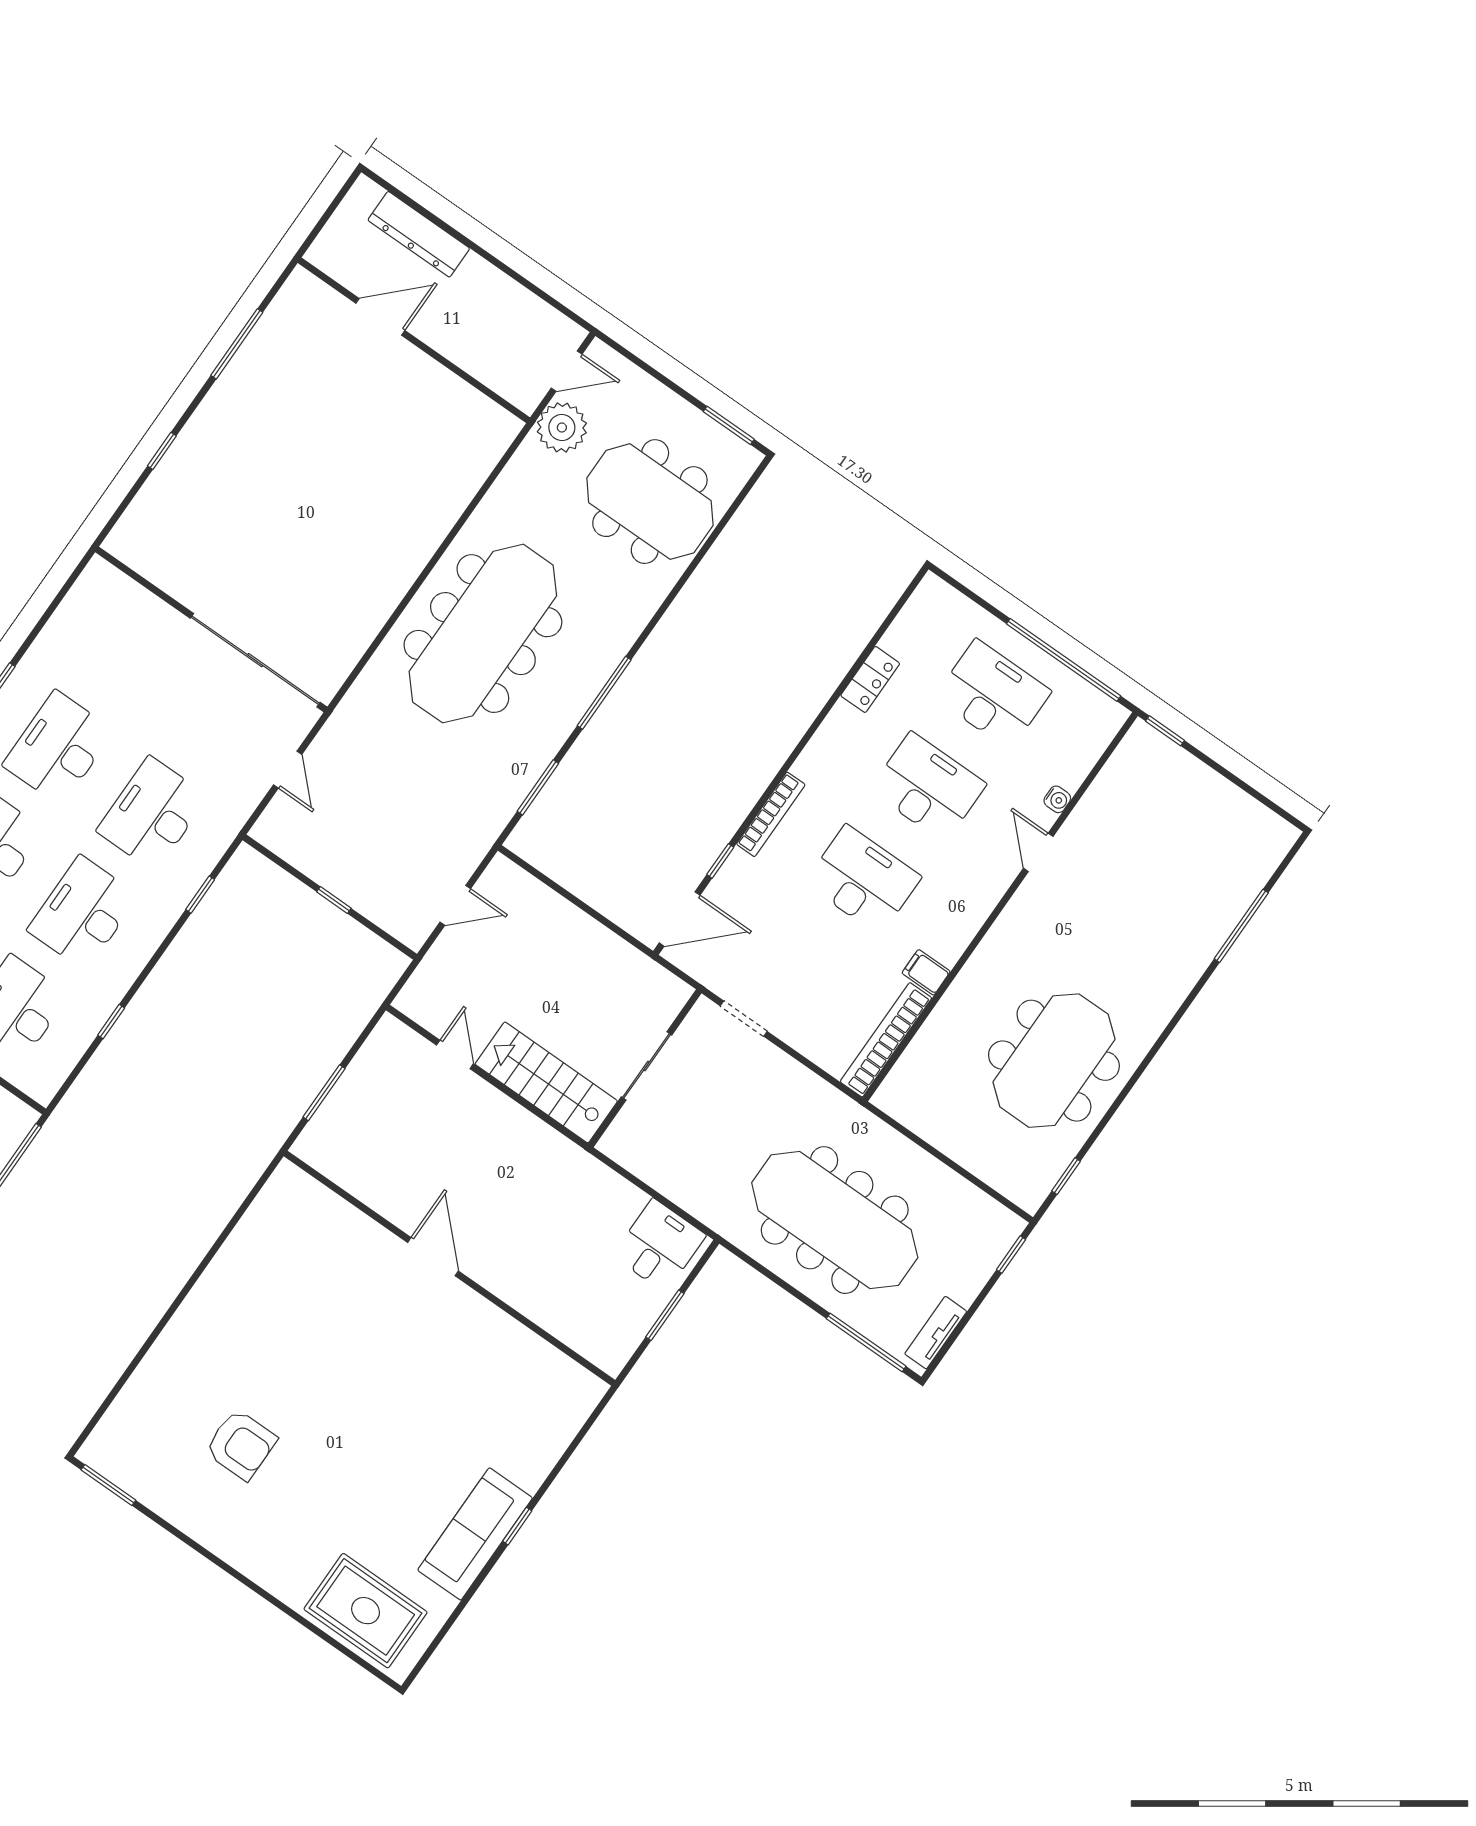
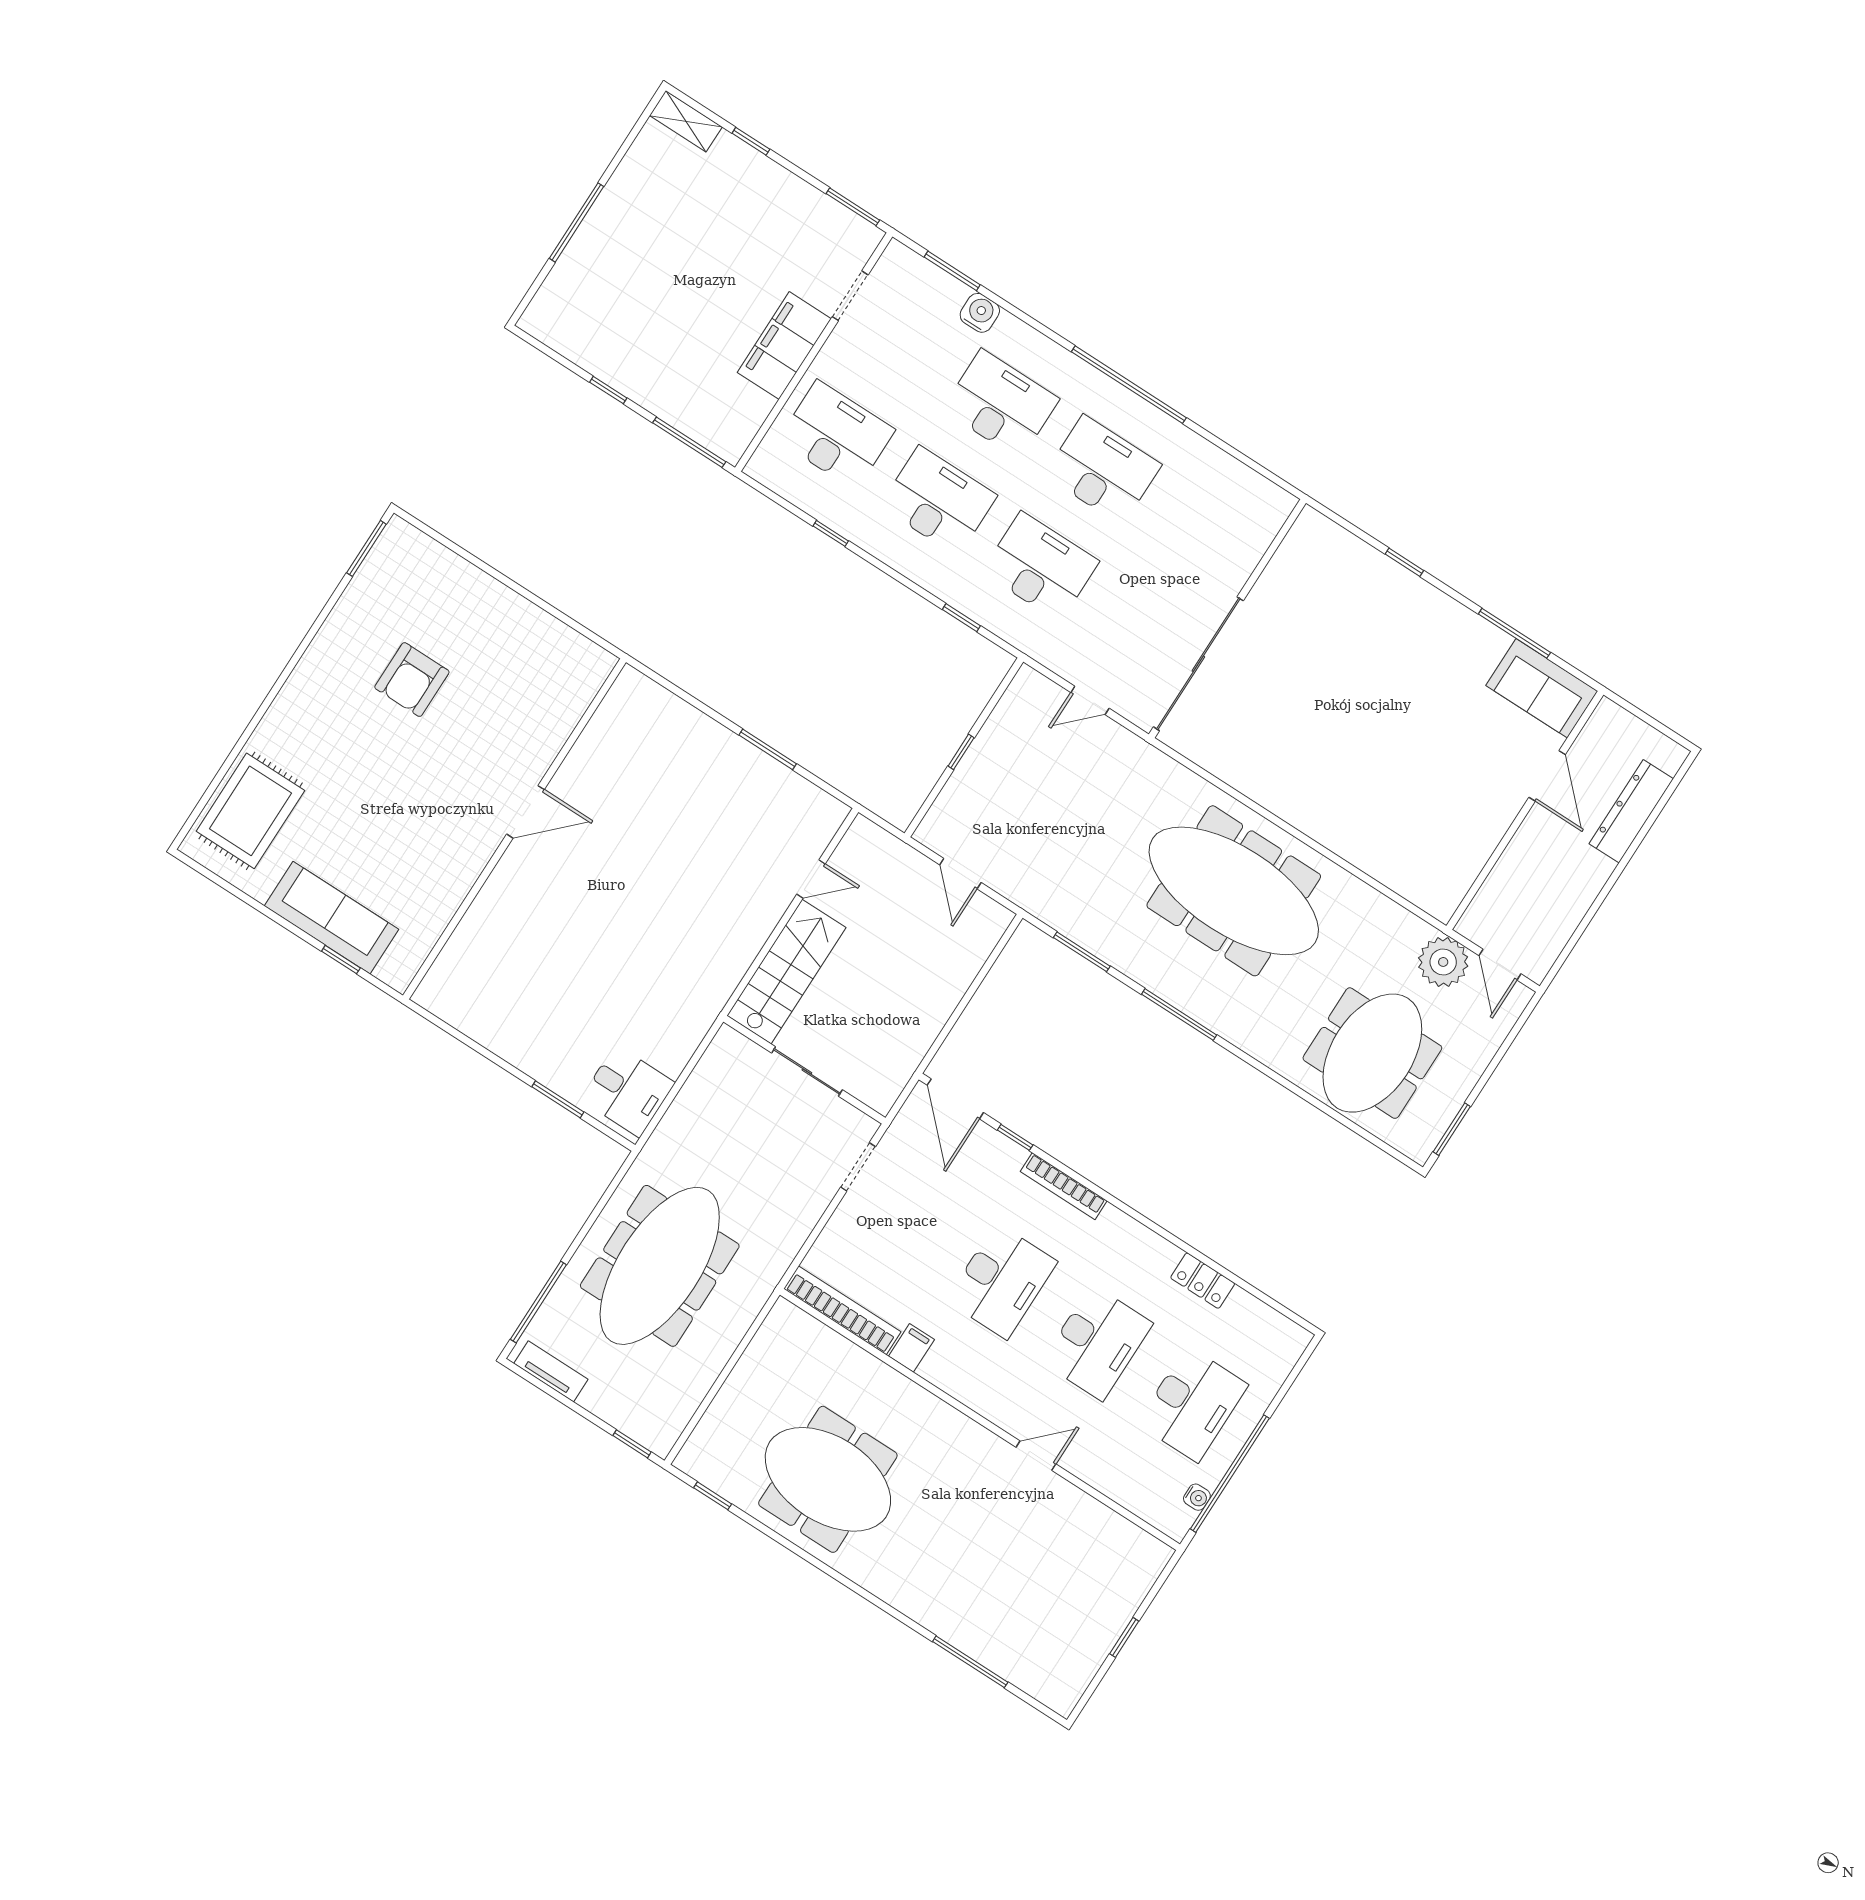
sofa: (293, 319) -> (1542, 688), added
window: (1165, 731) -> (1124, 1637), moved
water cooler: (1057, 799) -> (1197, 1497), moved, turned -90
door: (433, 1257) -> (525, 812), moved
wall: (449, 1268) -> (515, 829), moved

